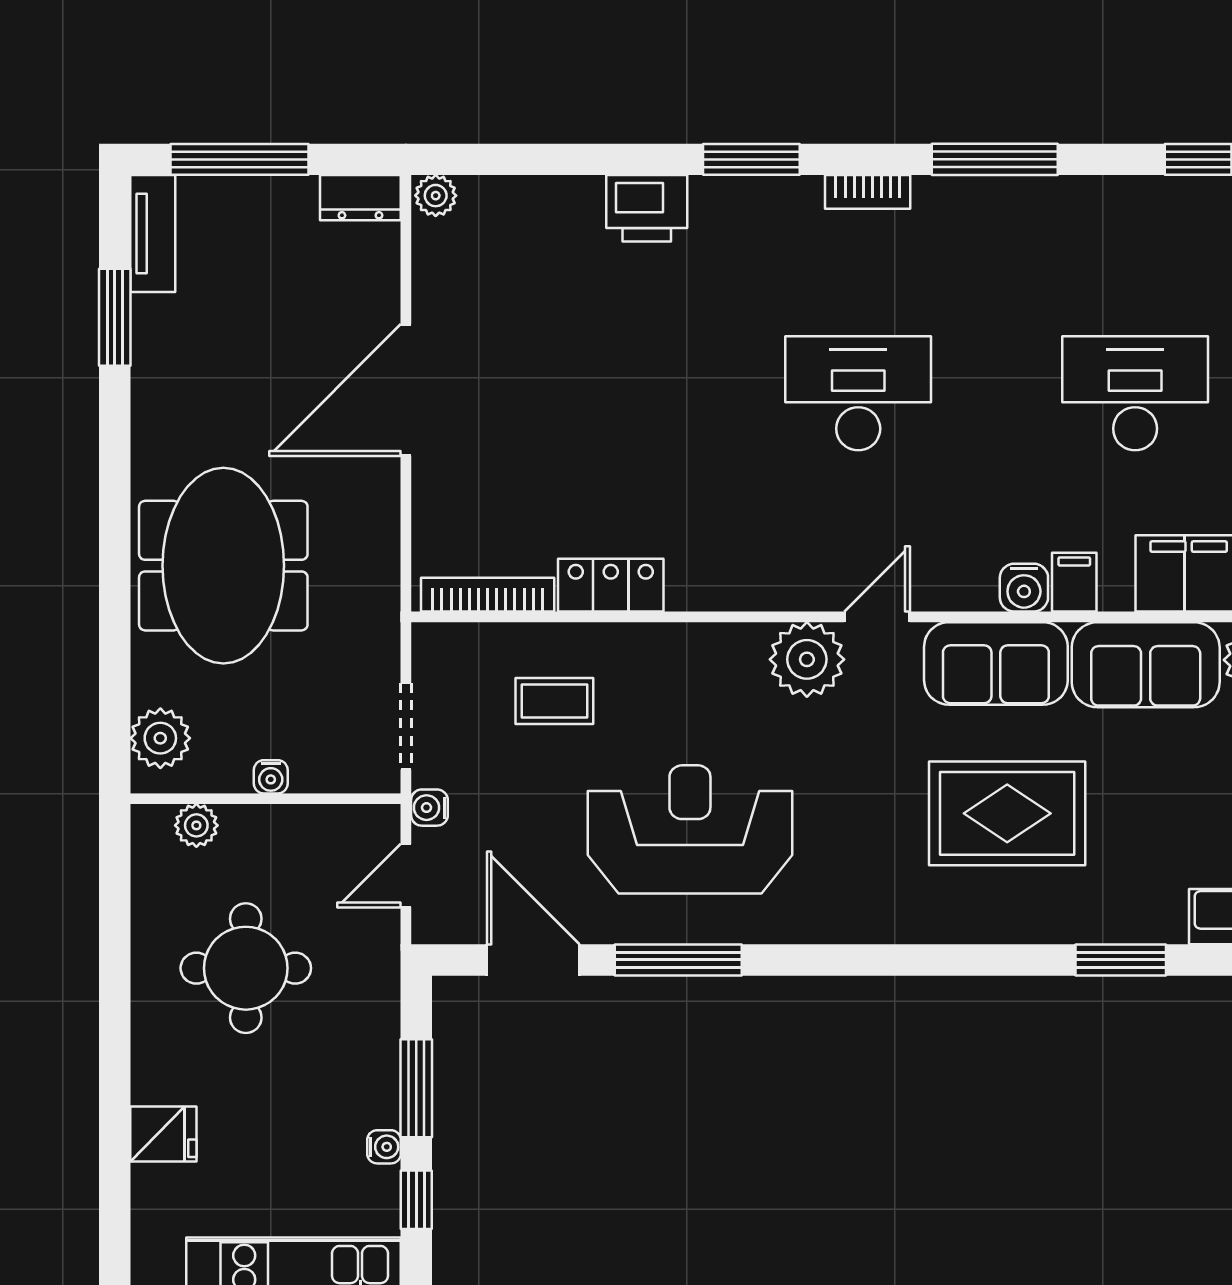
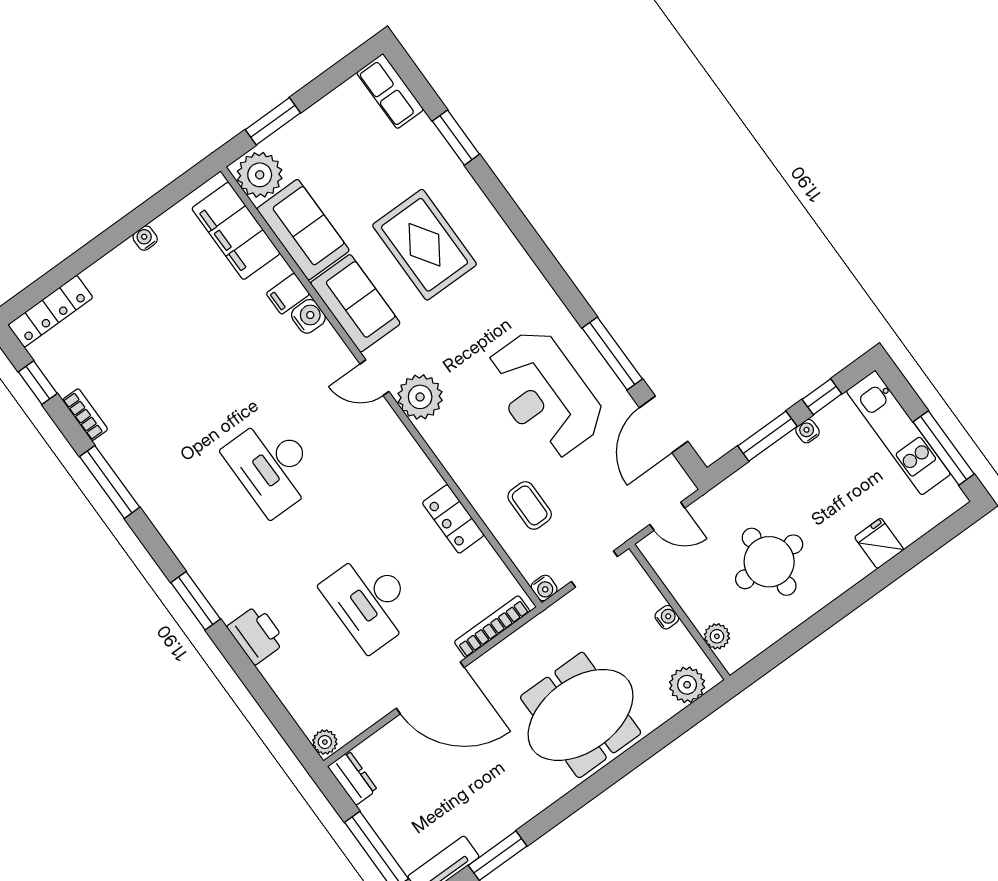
bookcase: (868, 192) -> (85, 415), moved
desk: (1135, 393) -> (370, 601), moved
bookcase: (488, 595) -> (492, 627), moved, turned 90
water cooler: (429, 808) -> (544, 588), moved

